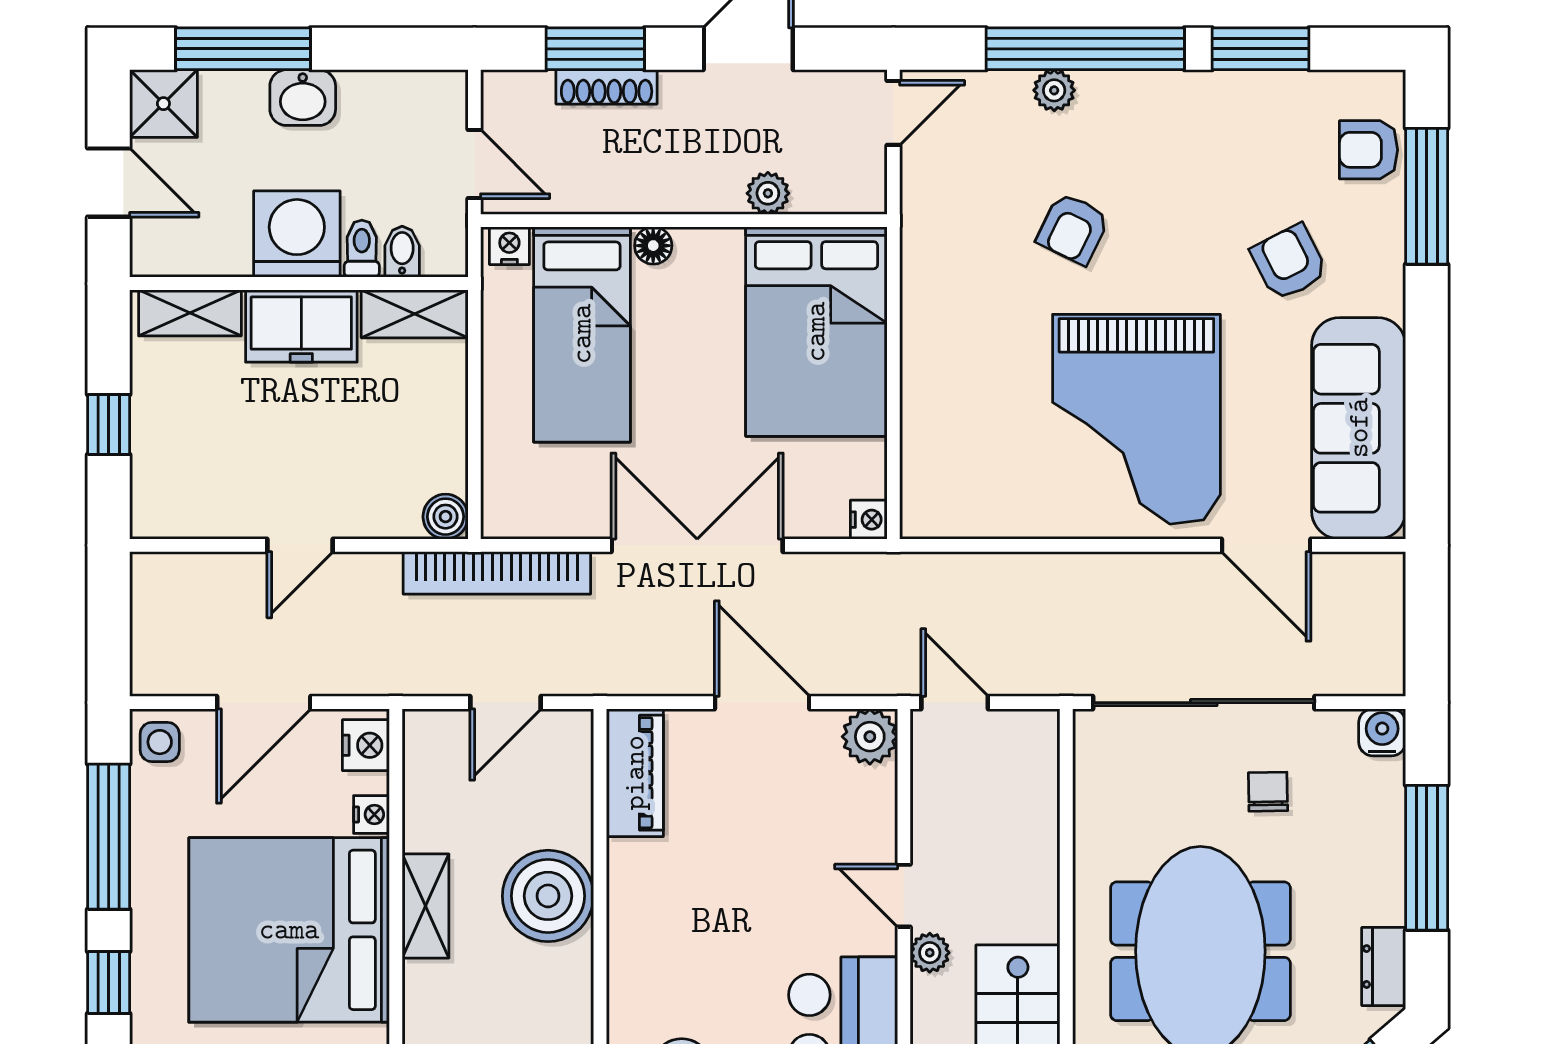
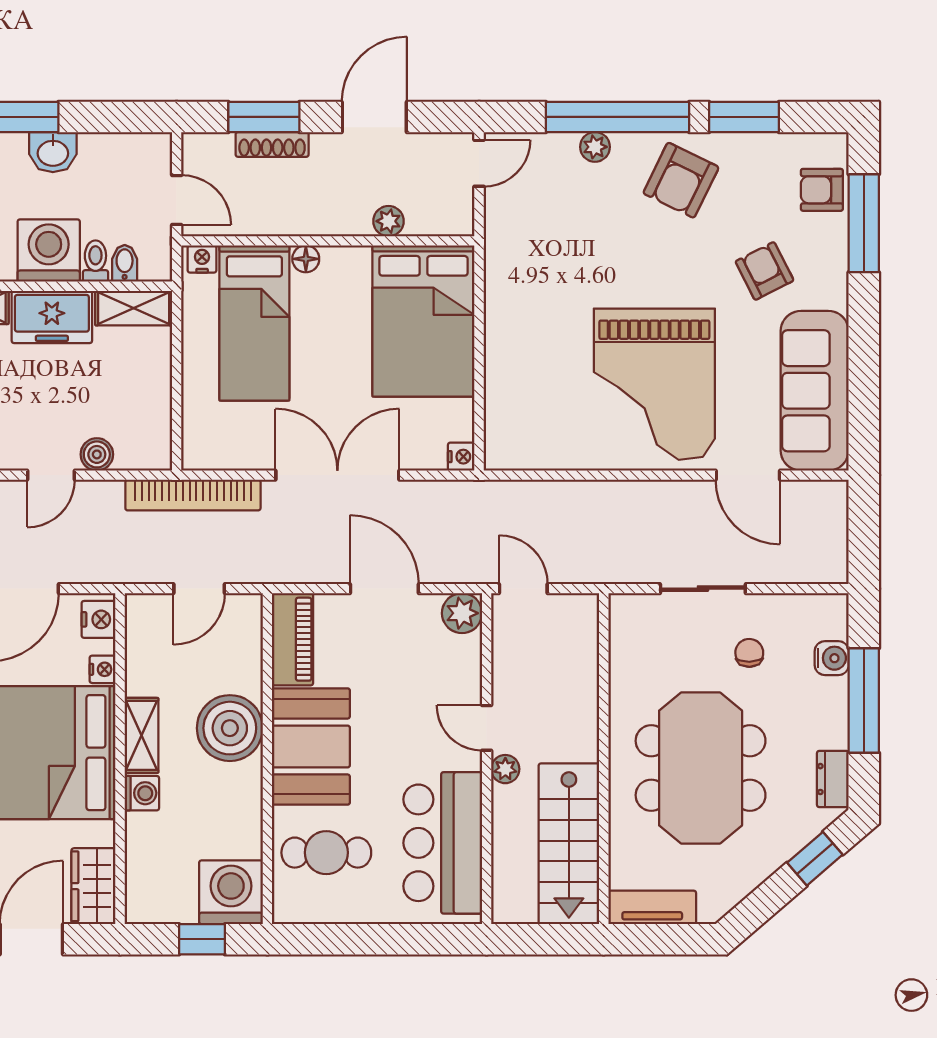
armchair: (1073, 229) -> (681, 180), moved, width x1.38, depth x1.38
boiler: (446, 517) -> (97, 454), moved
sliding door: (1204, 703) -> (703, 589), width x0.54
water cooler: (1382, 732) -> (832, 658), moved, turned 90
booth: (660, 921) -> (311, 746), added
washing machine: (426, 986) -> (142, 793), added

